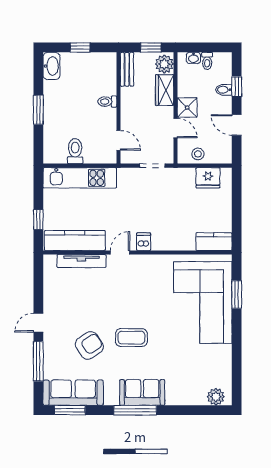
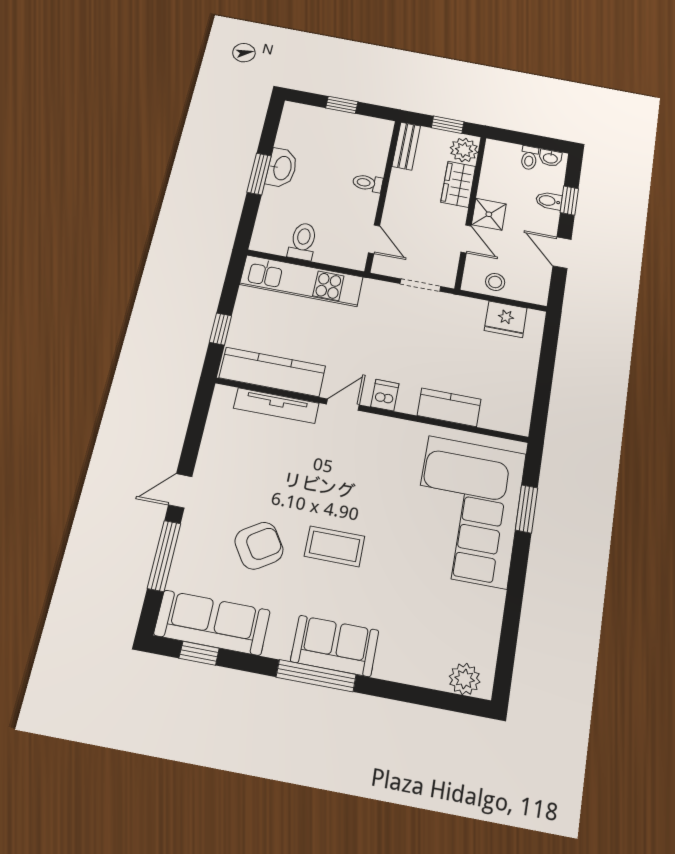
washbasin: (193, 58) -> (550, 158), moved
washbasin: (51, 66) -> (282, 168), moved
kitchen counter: (214, 242) -> (449, 407), moved
window: (70, 410) -> (199, 653), width x0.67

